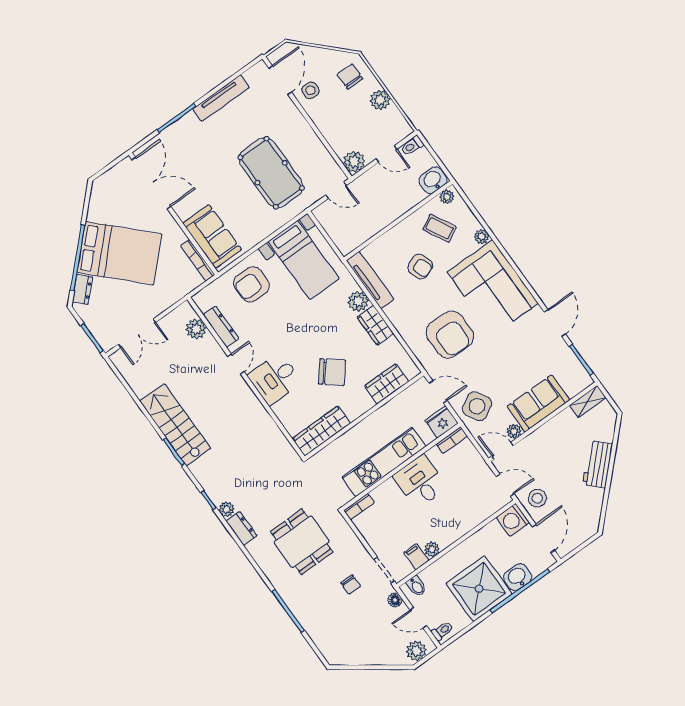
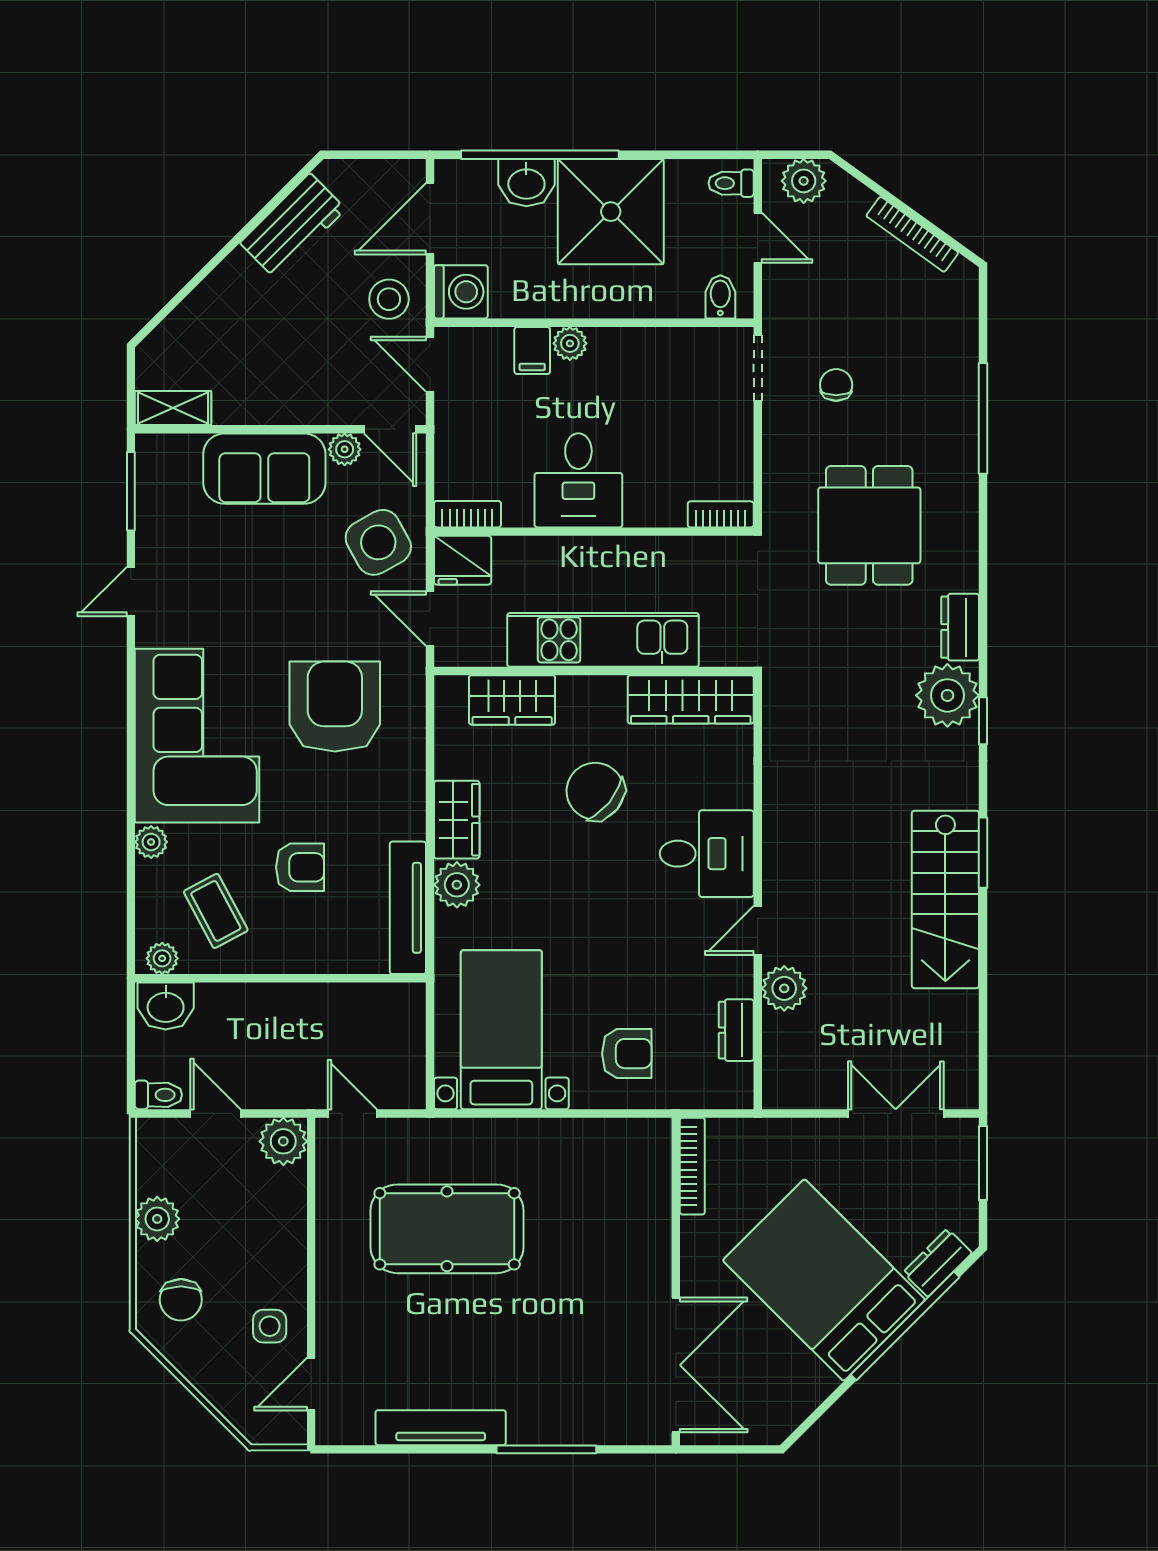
door: (280, 80) -> (311, 1384), width x0.73
pool table: (271, 173) -> (447, 1229), turned 90
double door: (151, 183) -> (676, 1365), swing flipped
sofa: (212, 236) -> (636, 1191), removed
armchair: (420, 266) -> (300, 867), turned 110
armchair: (251, 284) -> (627, 1054), width x0.72, depth x0.72
door: (555, 323) -> (131, 591), width x0.73
dresser: (221, 327) -> (736, 1030), width x0.70
plant: (196, 329) -> (784, 988), moved
kitchen unit: (384, 462) -> (603, 640), moved, turned 180
workbench: (598, 464) -> (293, 226), moved
plant: (227, 509) -> (947, 695), width x1.88, depth x1.88
plant: (432, 549) -> (570, 343), moved
filing cabinet: (416, 557) -> (532, 350), moved
floor lamp: (395, 600) -> (777, 300), removed
bookcase: (363, 660) -> (912, 234), added

